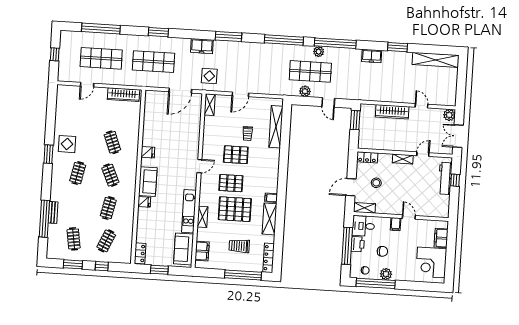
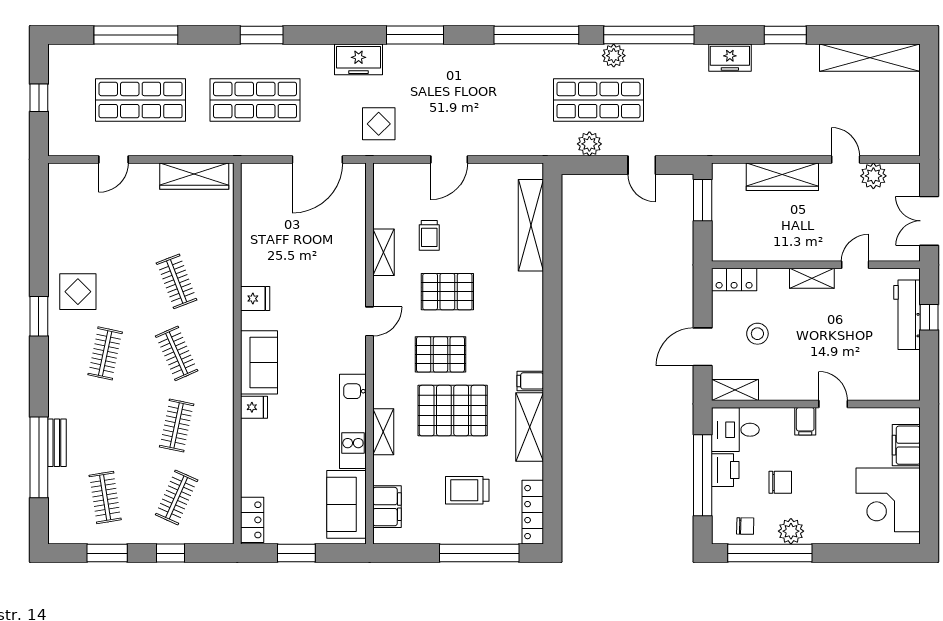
shelving: (210, 105) -> (384, 252), moved
plant: (449, 115) -> (873, 176), moved
trolley: (248, 134) -> (429, 235), moved

